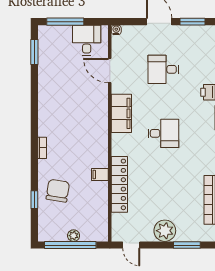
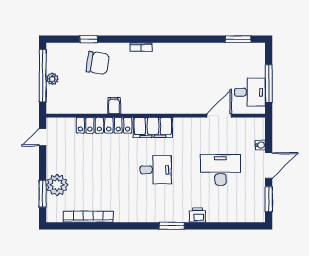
window: (65, 22) -> (269, 83), moved
water cooler: (116, 30) -> (260, 145), moved
desk: (163, 69) -> (220, 170), width x1.37
filing cabinet: (121, 113) -> (153, 127), moved
desk: (163, 133) -> (156, 170), turned -90
plant: (165, 231) -> (57, 185), moved

